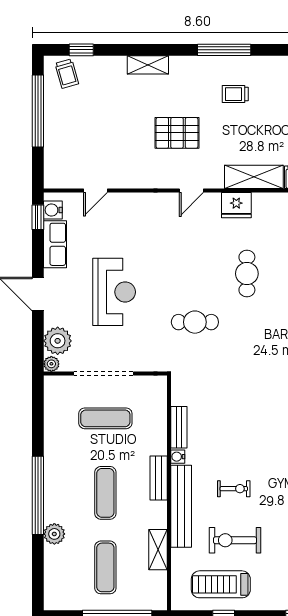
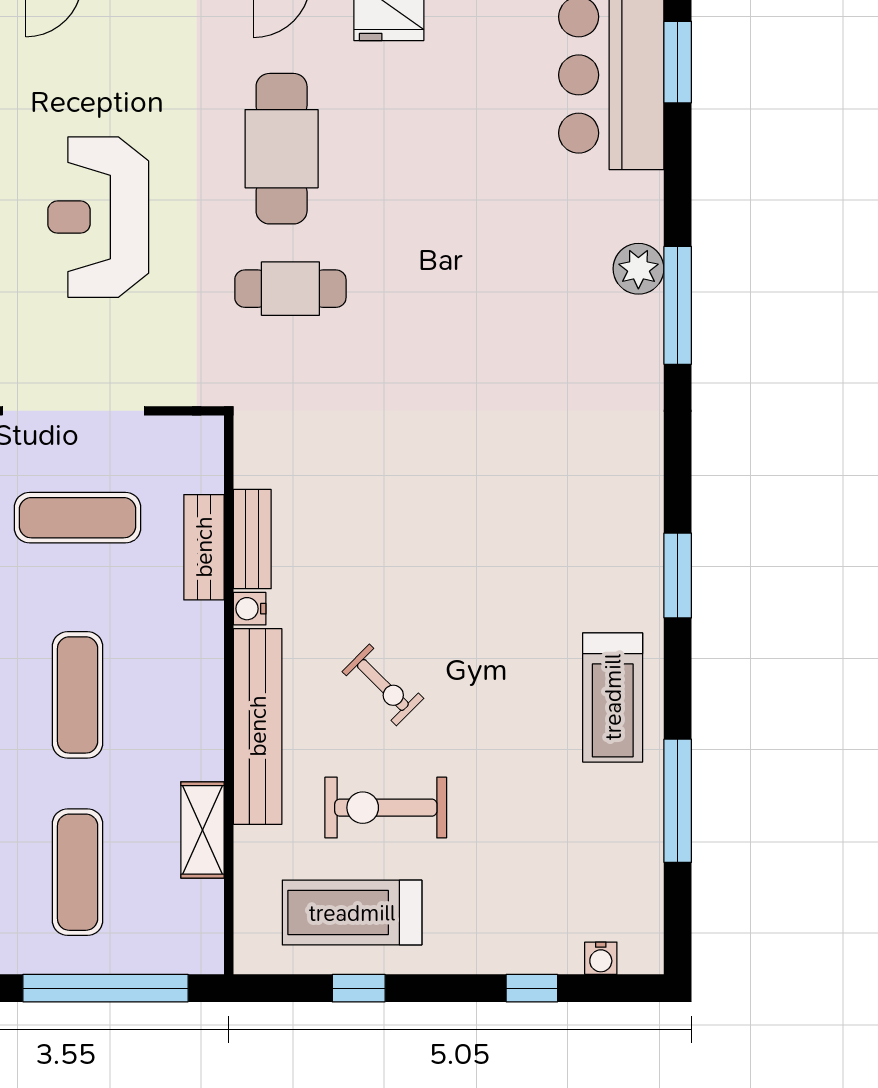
cafe table: (247, 274) -> (282, 149), moved, width x1.37, depth x1.35
reception desk: (114, 292) -> (98, 217), turned 180
bench: (159, 478) -> (204, 547), moved
exercise bike: (234, 489) -> (383, 685), turned 45

